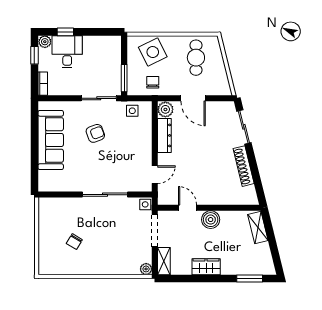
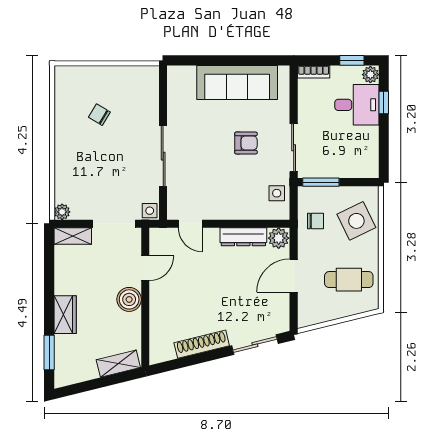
armchair: (95, 133) -> (246, 143), turned -70
wardrobe: (206, 267) -> (65, 315), moved

